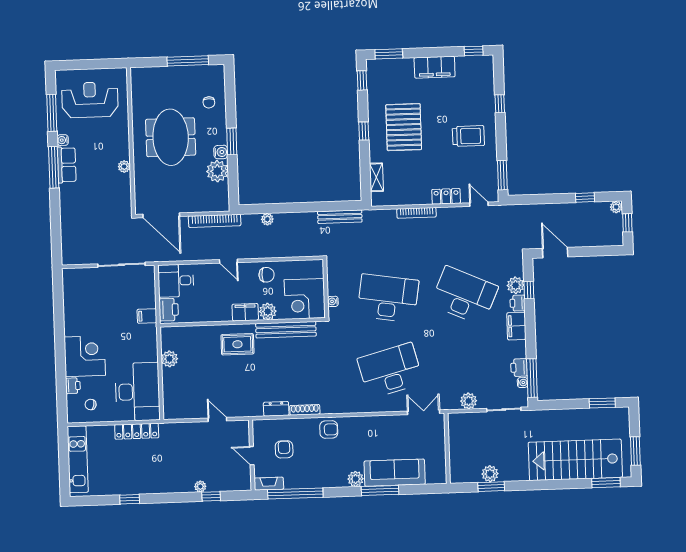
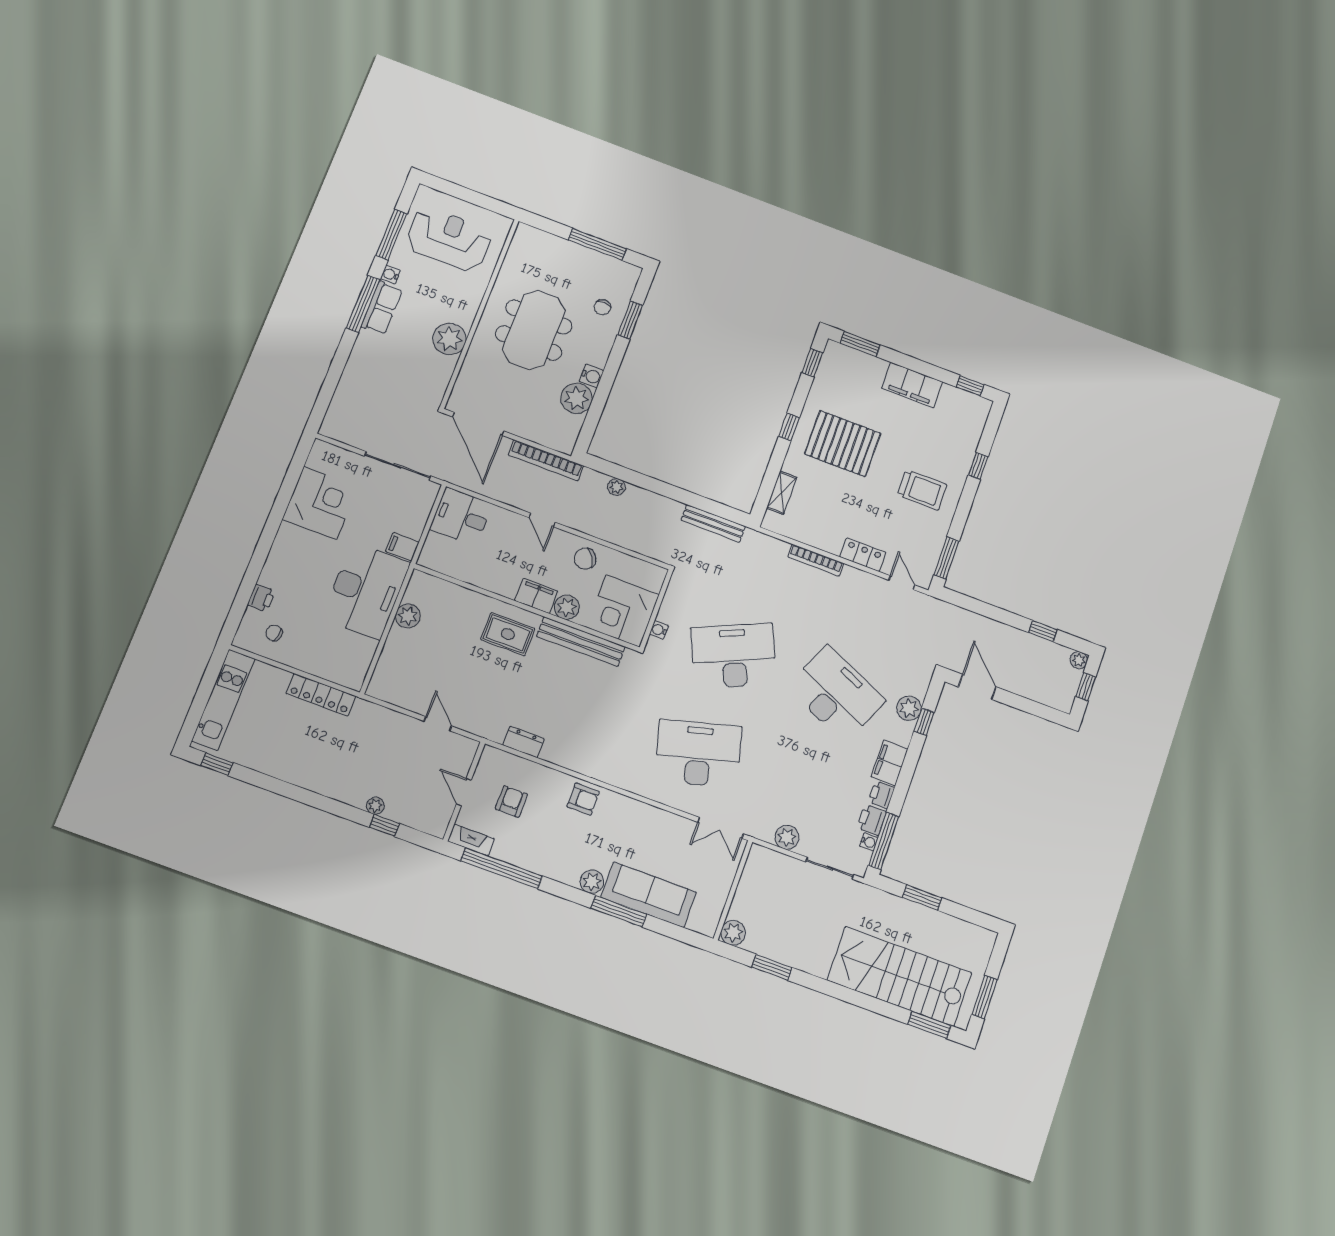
pallet: (404, 127) -> (843, 444), turned 90
window: (232, 141) -> (630, 320), moved
plant: (124, 167) -> (449, 339), width x1.88, depth x1.88
chair: (267, 275) -> (585, 559), turned 148
desk: (388, 298) -> (734, 656), turned -33
printer: (518, 303) -> (881, 795), moved
printer: (169, 310) -> (435, 551), removed
corner desk: (85, 356) -> (320, 503), moved
desk: (138, 392) -> (366, 591), moved
window: (602, 403) -> (922, 898), moved
shoe rack: (305, 410) -> (562, 759), removed
double door: (424, 412) -> (721, 828), swing flipped
plant: (490, 474) -> (733, 933), moved
window: (130, 499) -> (217, 764), moved

